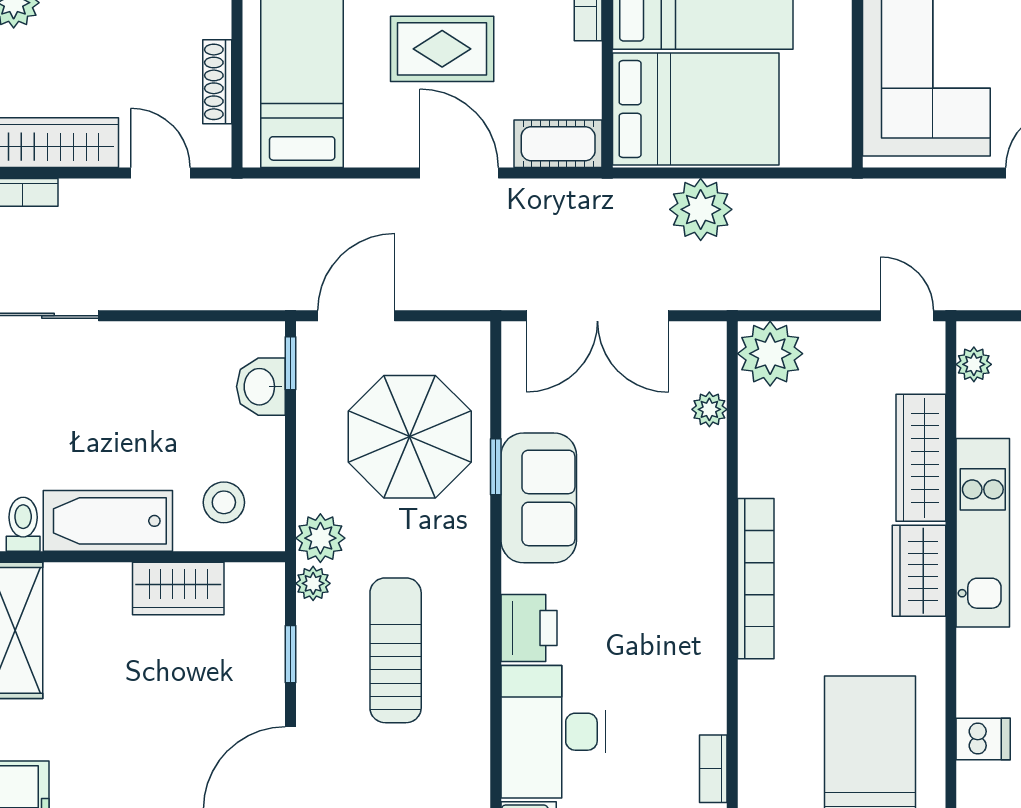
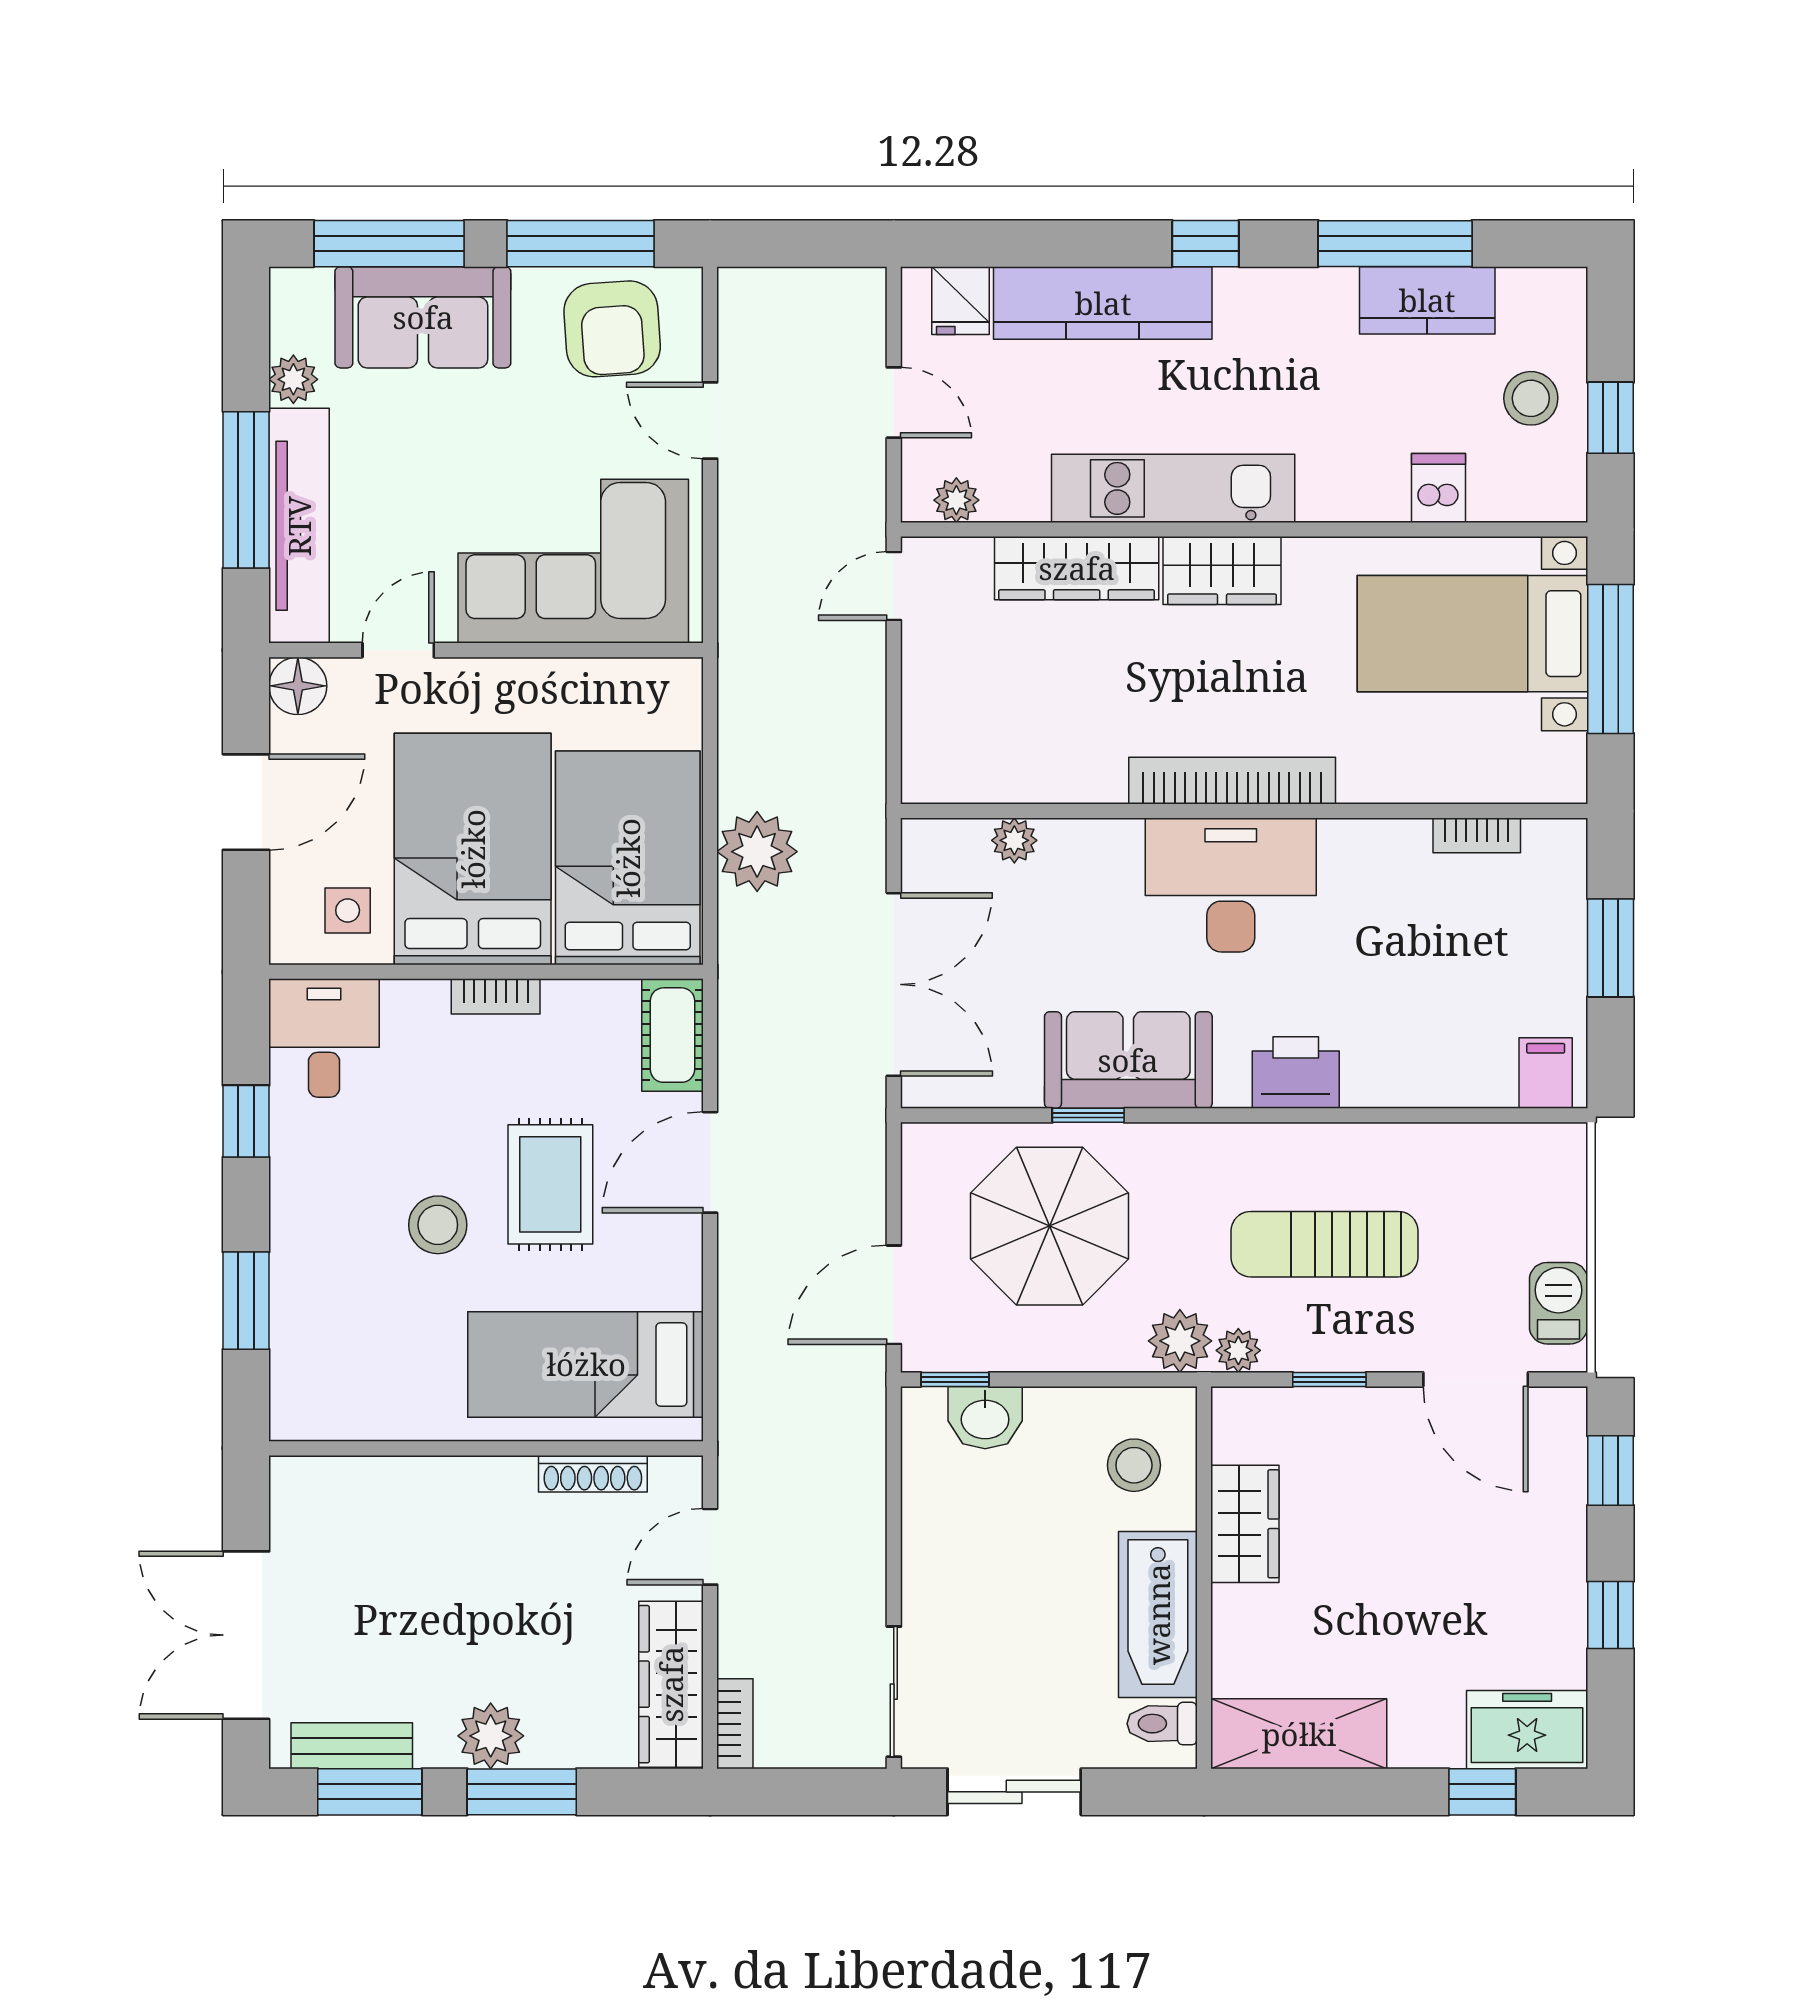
door: (356, 316) -> (894, 1295), hinge flipped
plant: (770, 354) -> (943, 762), removed
desk: (553, 732) -> (1231, 885), moved, turned 180

